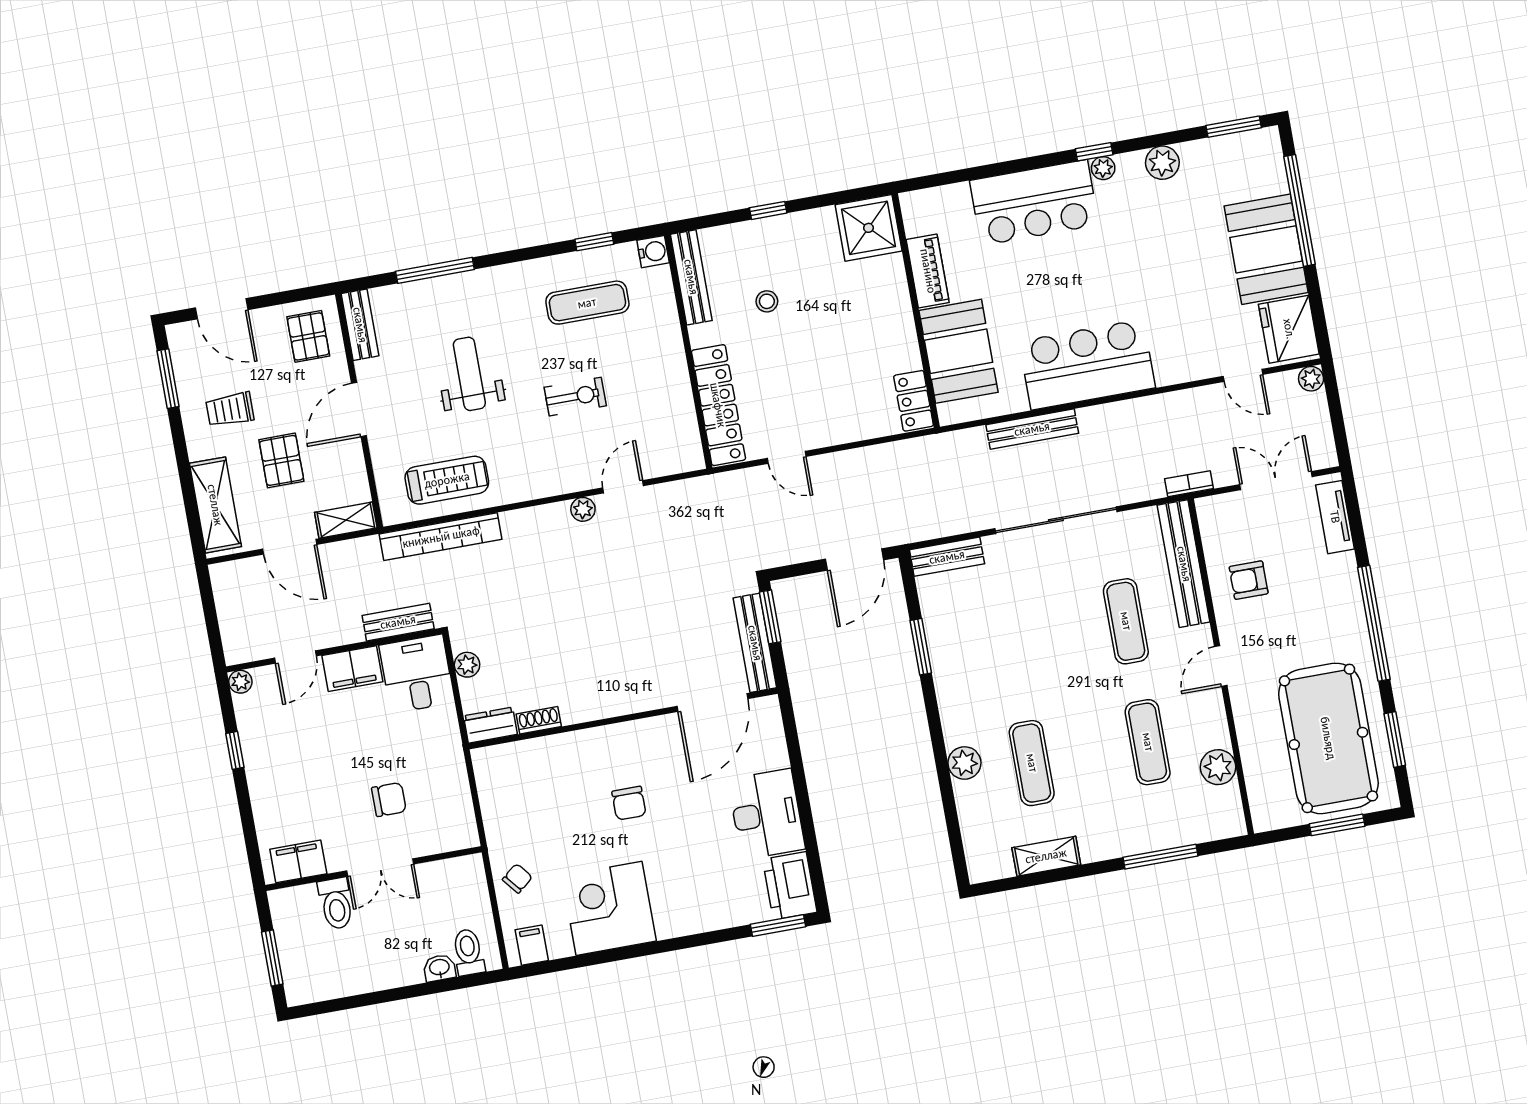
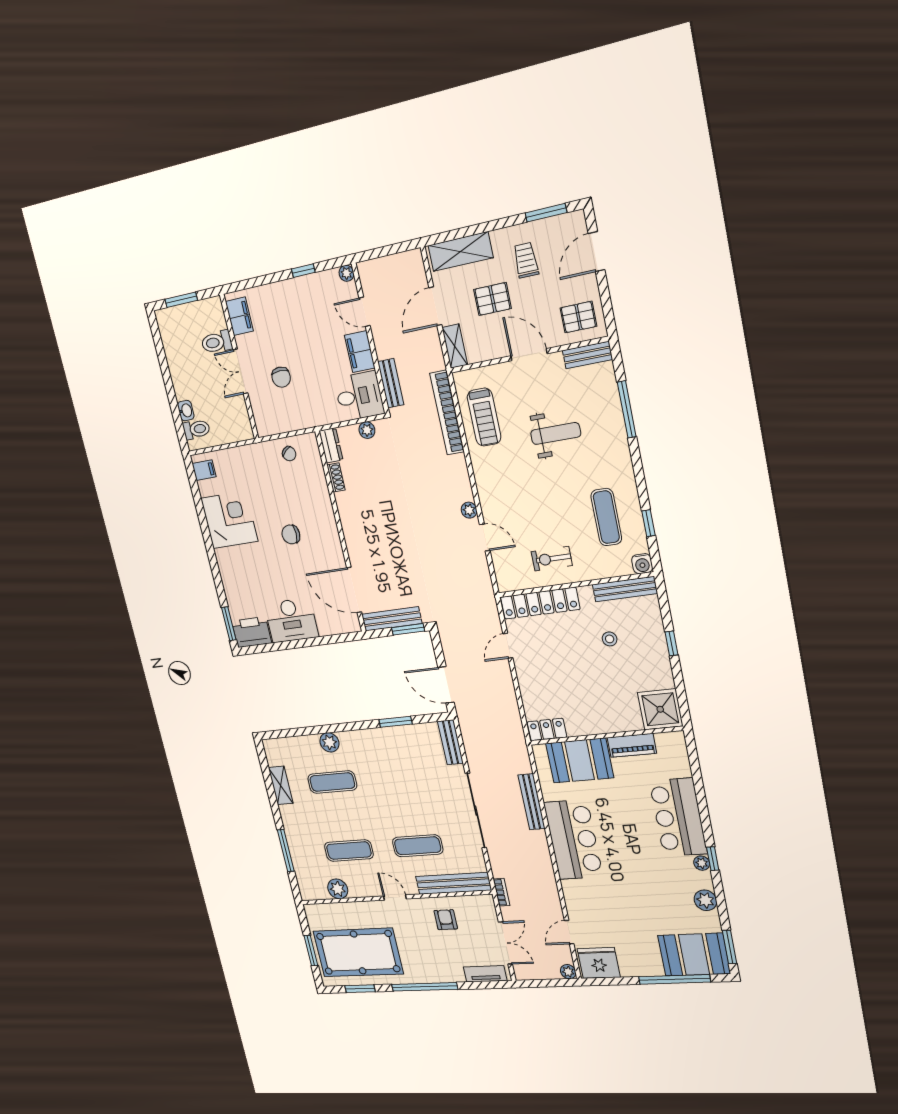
booth: (1266, 249) -> (694, 955), moved
exercise bike: (575, 397) -> (552, 559), moved, turned 90
chair: (517, 878) -> (289, 454), moved

